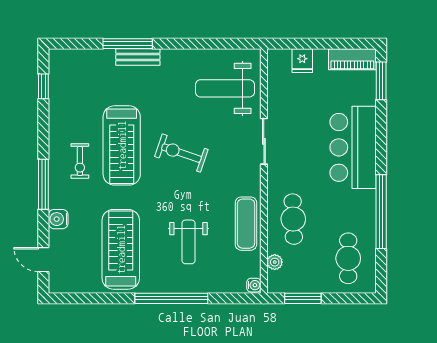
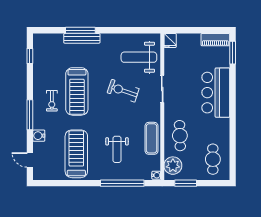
bench: (138, 57) -> (82, 38), width x1.36
fridge: (302, 61) -> (170, 41), moved
exercise bike: (181, 153) -> (123, 91), moved
window: (381, 212) -> (233, 131), removed
plant: (275, 262) -> (173, 166), width x1.87, depth x1.87
window: (171, 298) -> (122, 183), moved

